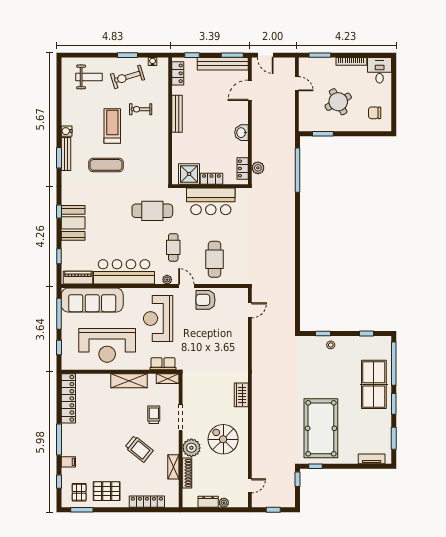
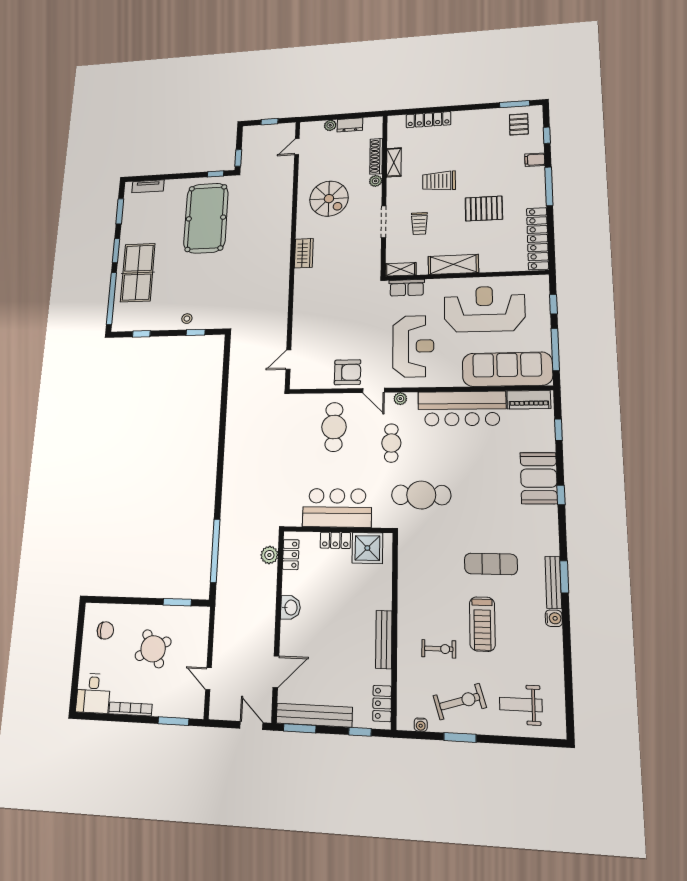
plant: (191, 448) -> (376, 181), width x0.53, depth x0.53
trolley: (139, 449) -> (439, 181), turned -39
pallet: (107, 491) -> (484, 209), moved

